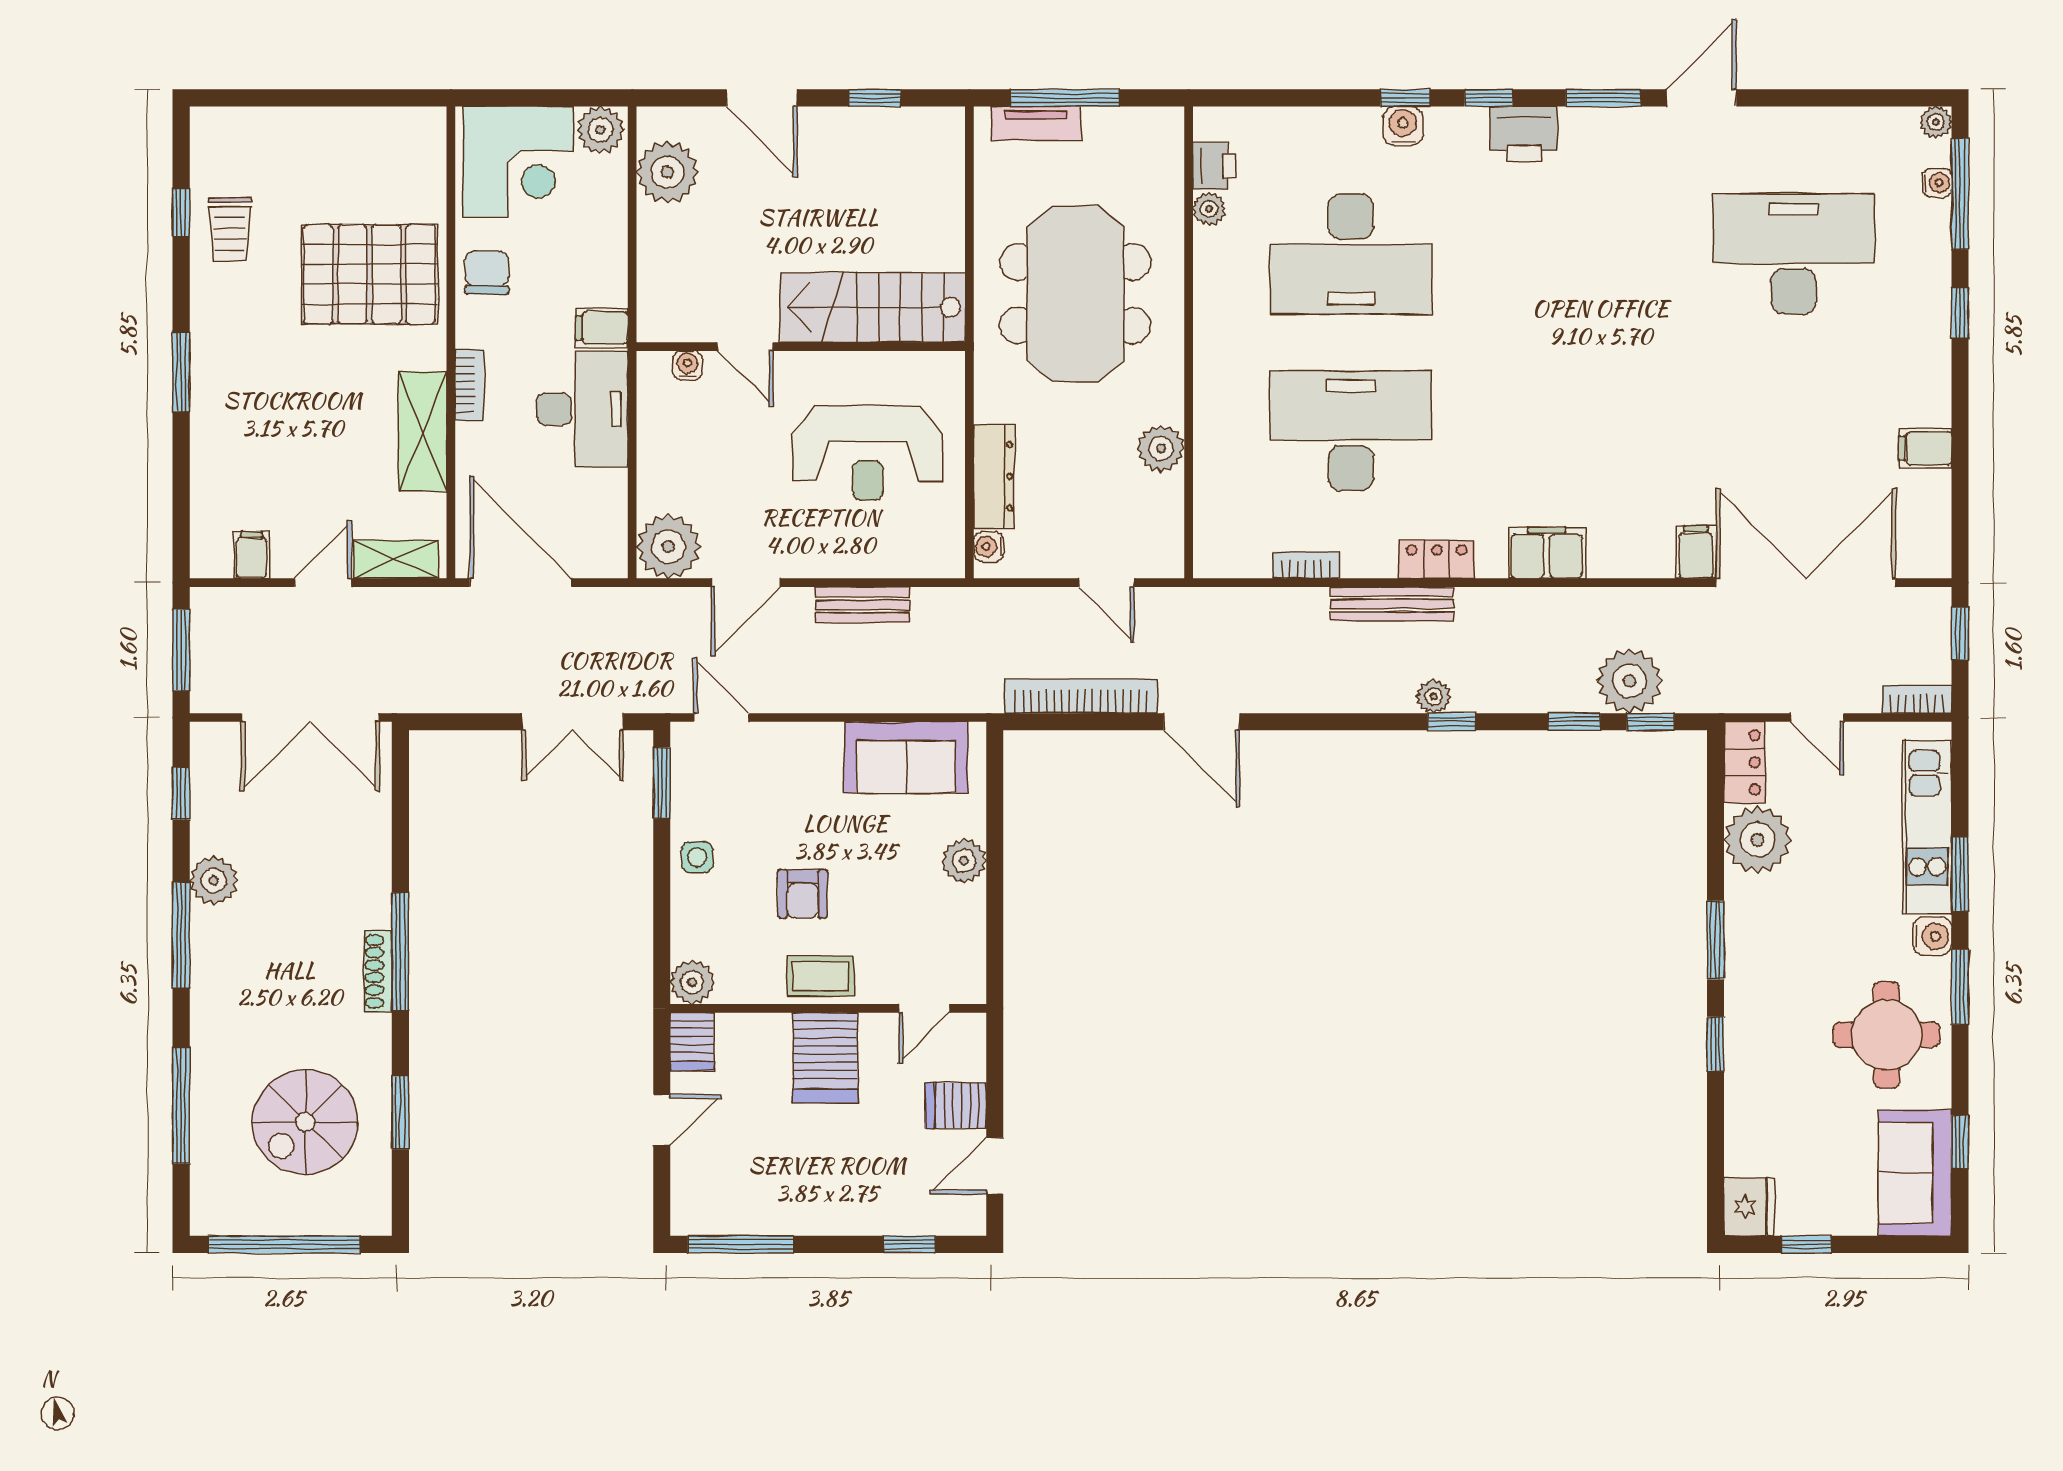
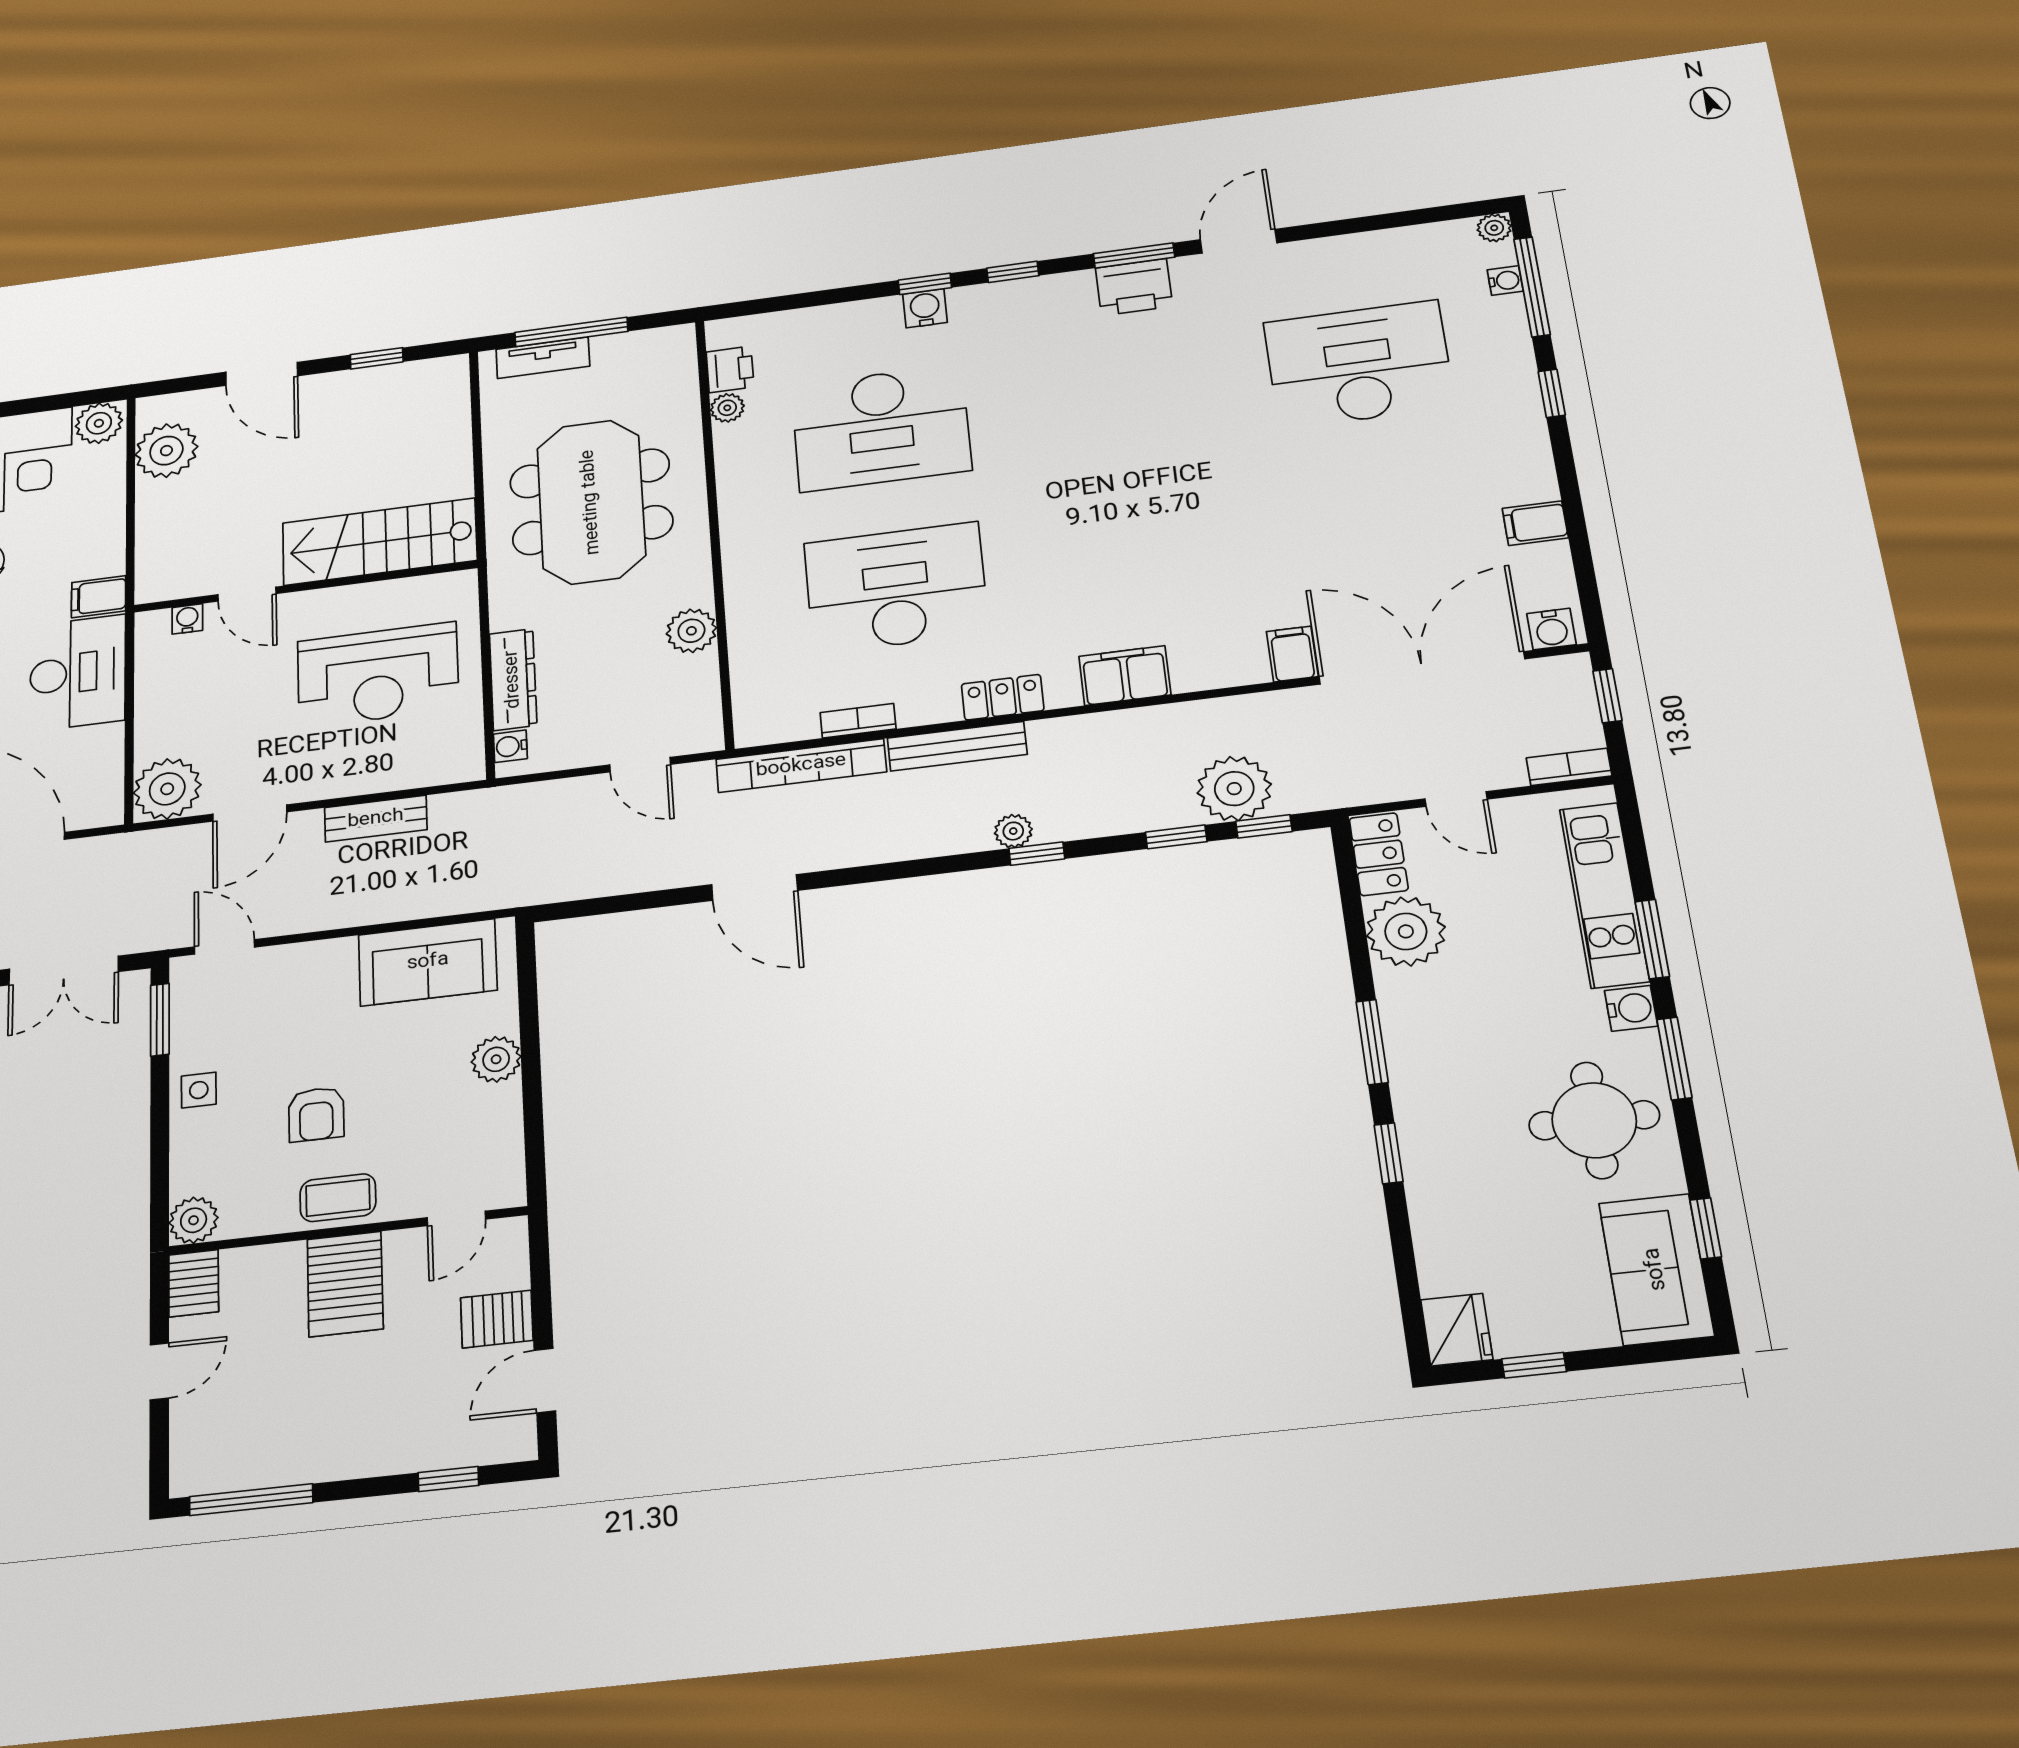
printer: (1524, 134) -> (1134, 287), moved
water cooler: (1923, 560) -> (1552, 629), added
bookcase: (1081, 696) -> (801, 766), moved, turned 180

